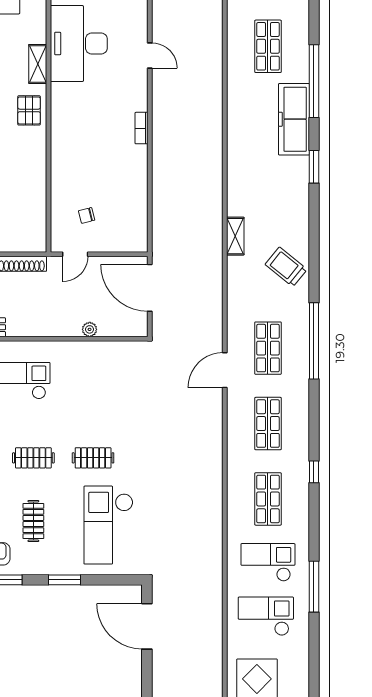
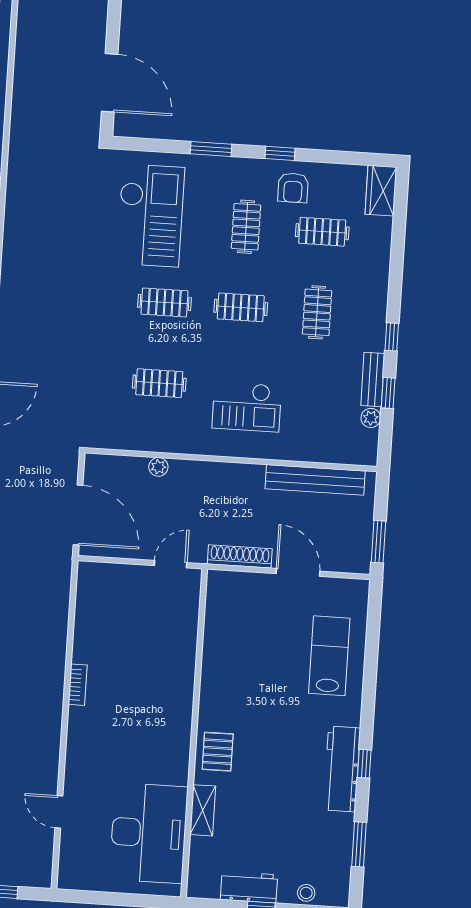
bookcase: (142, 128) -> (78, 685), moved
chair: (87, 215) -> (153, 613), removed
clothes rail: (93, 395) -> (159, 383), added

